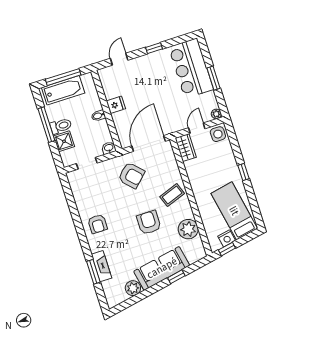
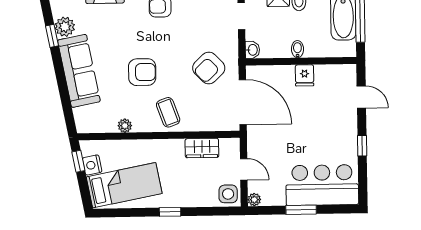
wardrobe: (186, 148) -> (202, 148), moved
plant: (188, 229) -> (125, 126), width x0.53, depth x0.53
window: (176, 277) -> (52, 36), moved

